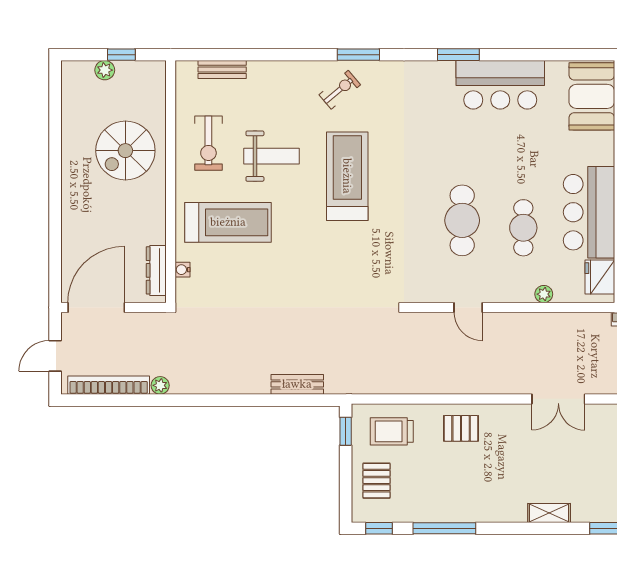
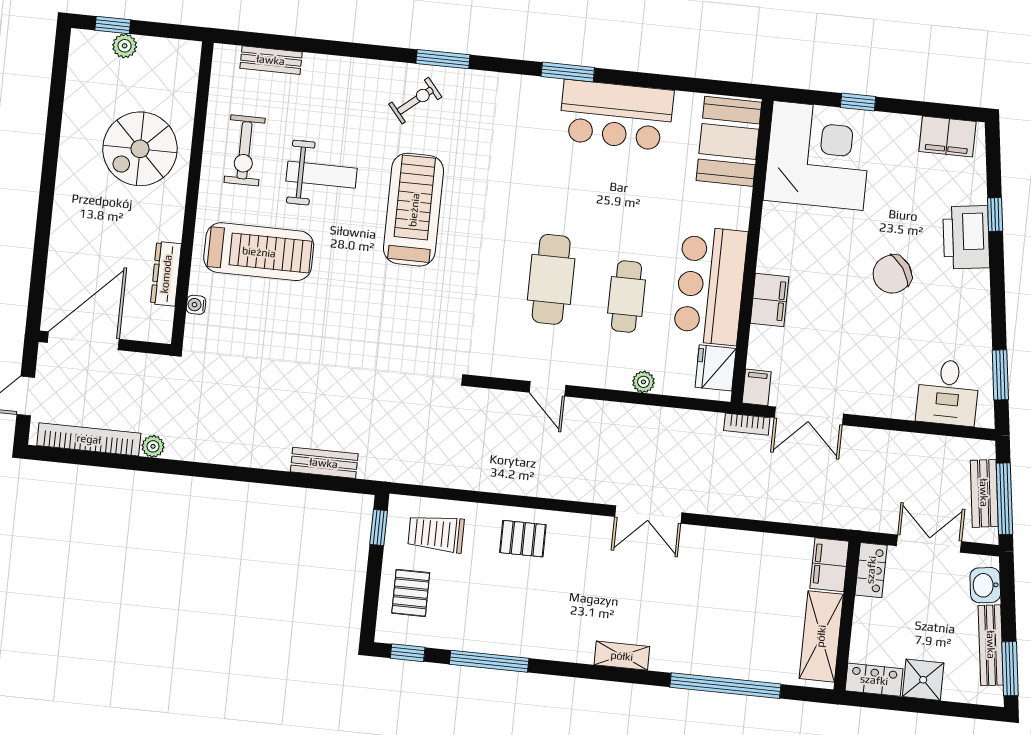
window: (121, 55) -> (113, 25), moved
dresser: (156, 270) -> (166, 274), moved

